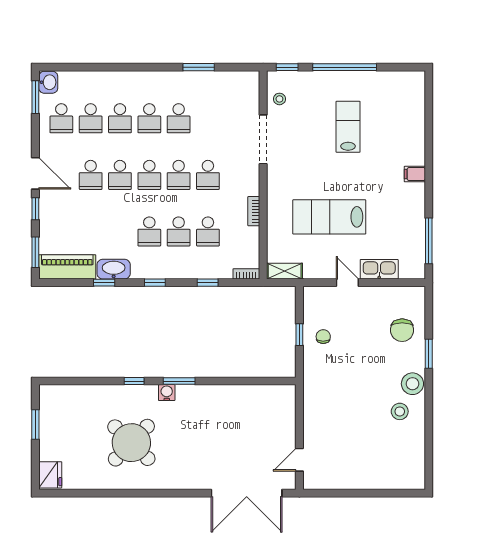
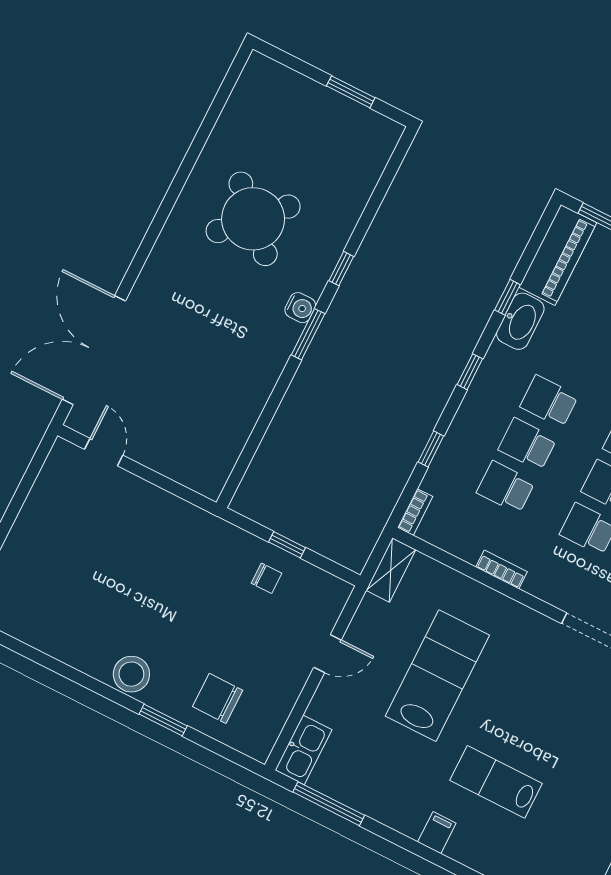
lab bench: (348, 127) -> (496, 782), moved, turned 180
kitchen sink: (379, 269) -> (303, 750), moved
stool: (400, 411) -> (100, 635), removed
fridge: (50, 475) -> (266, 76), removed

